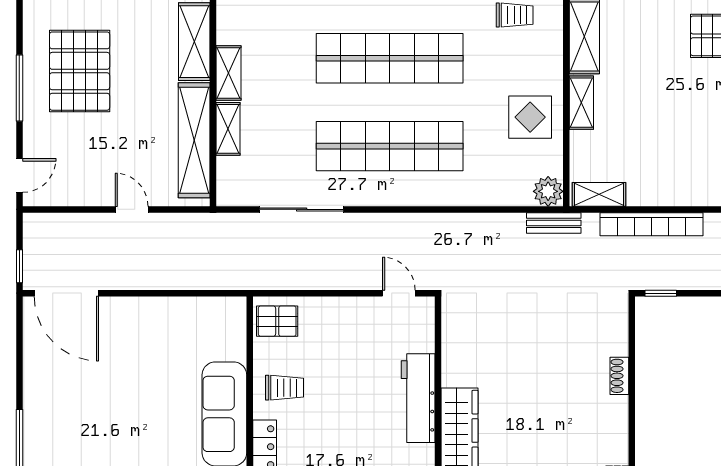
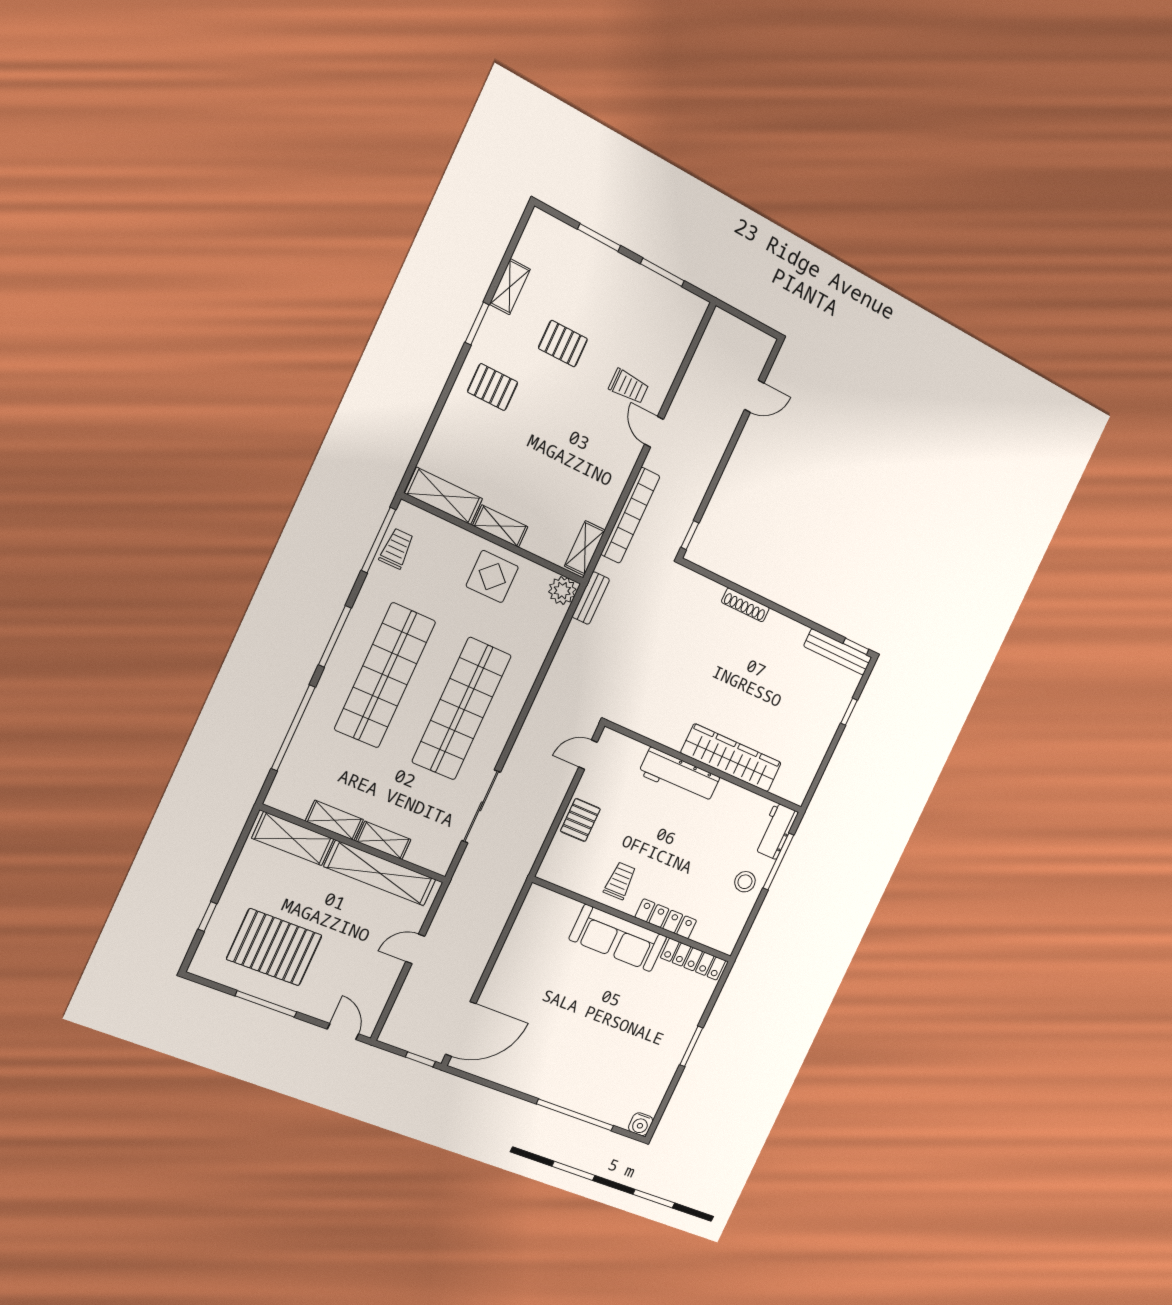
pallet: (277, 321) -> (580, 820), moved
shoe rack: (619, 376) -> (745, 605), width x1.43

